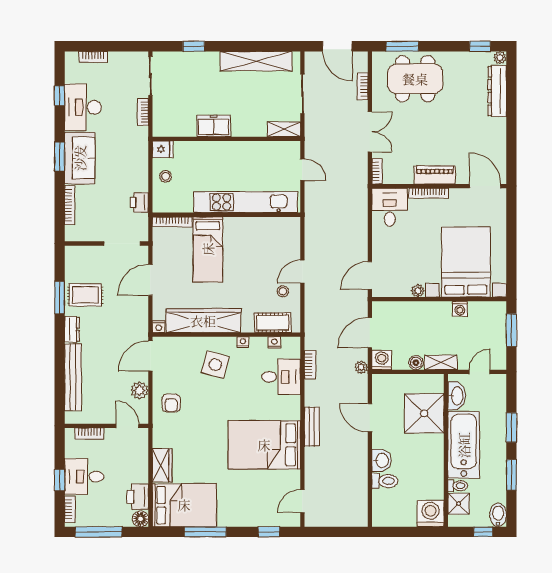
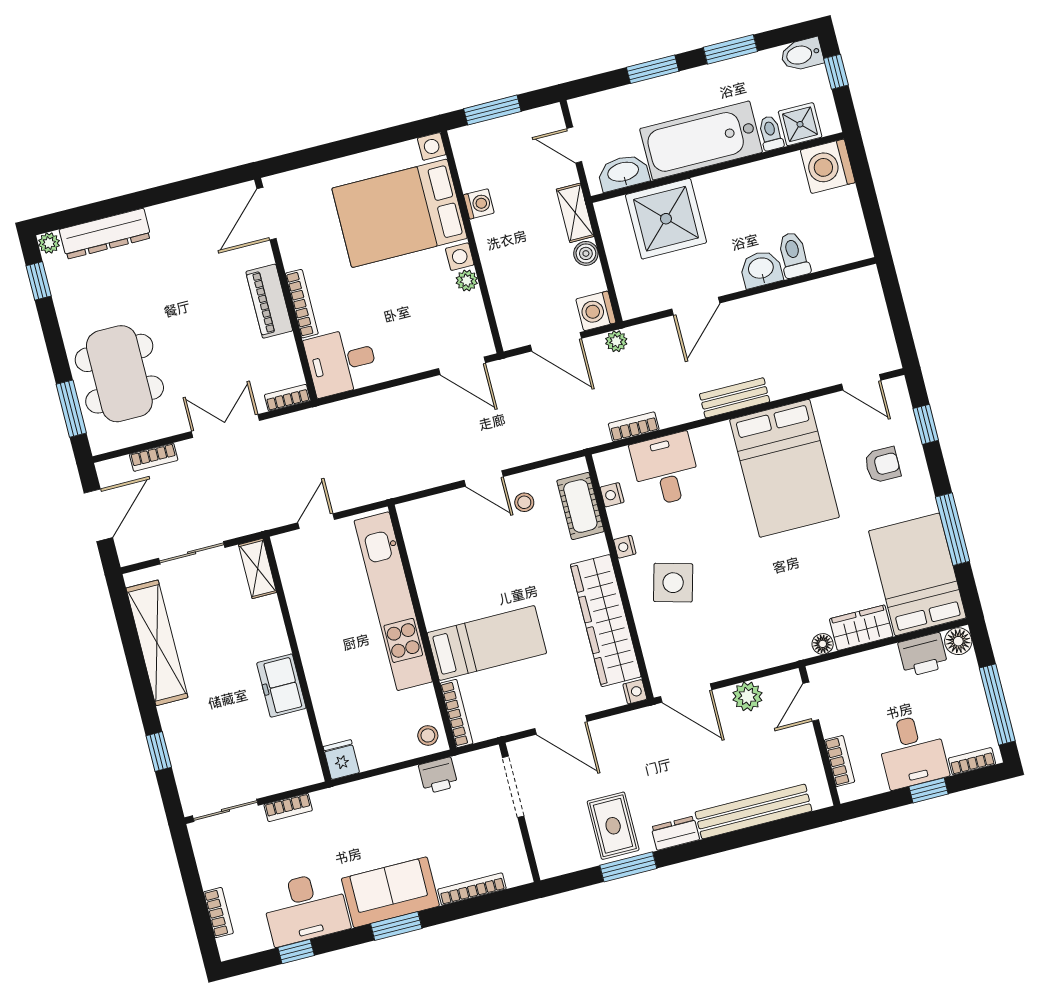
stool: (166, 176) -> (428, 735), moved
armchair: (171, 403) -> (883, 465), moved
floor lamp: (159, 441) -> (823, 644), added

